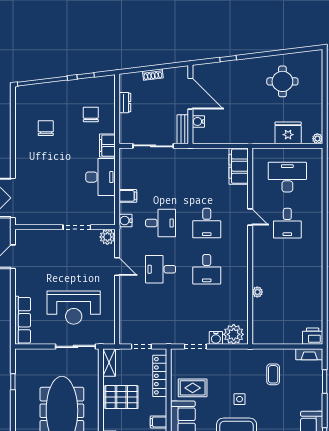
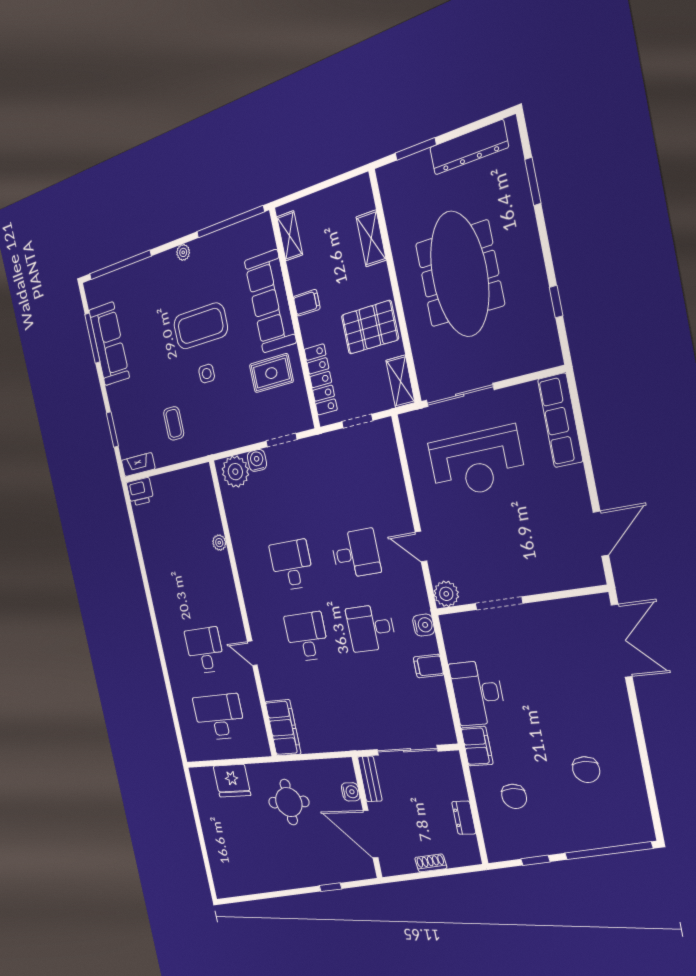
round table: (282, 81) -> (289, 802), moved
plant: (317, 139) -> (196, 774), removed
desk: (287, 177) -> (219, 717), turned 180
reception desk: (74, 308) -> (476, 463), turned 180

